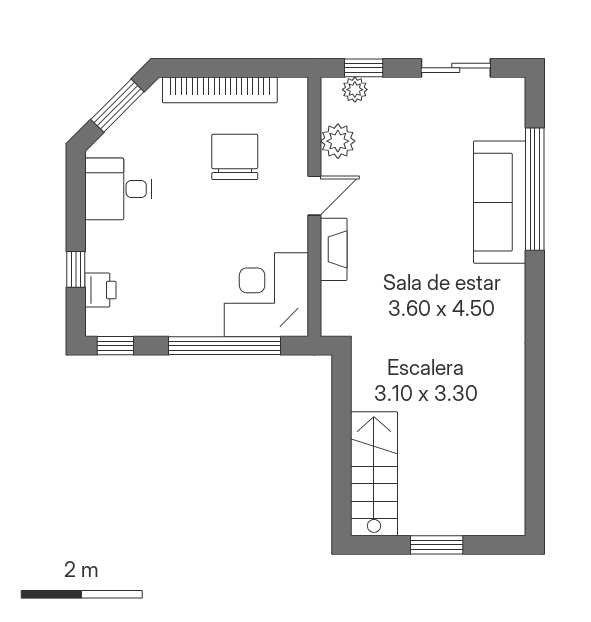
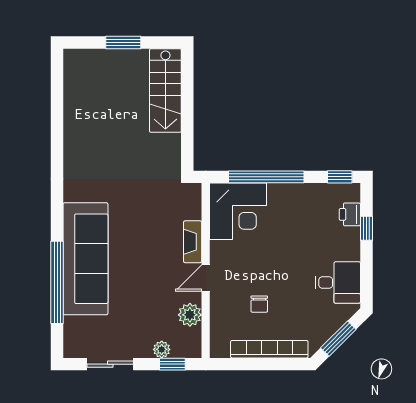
plant: (355, 90) -> (162, 349), moved
chair: (235, 157) -> (259, 304), width x0.54, depth x0.54
sofa: (500, 202) -> (85, 259), width x1.36, depth x1.27

